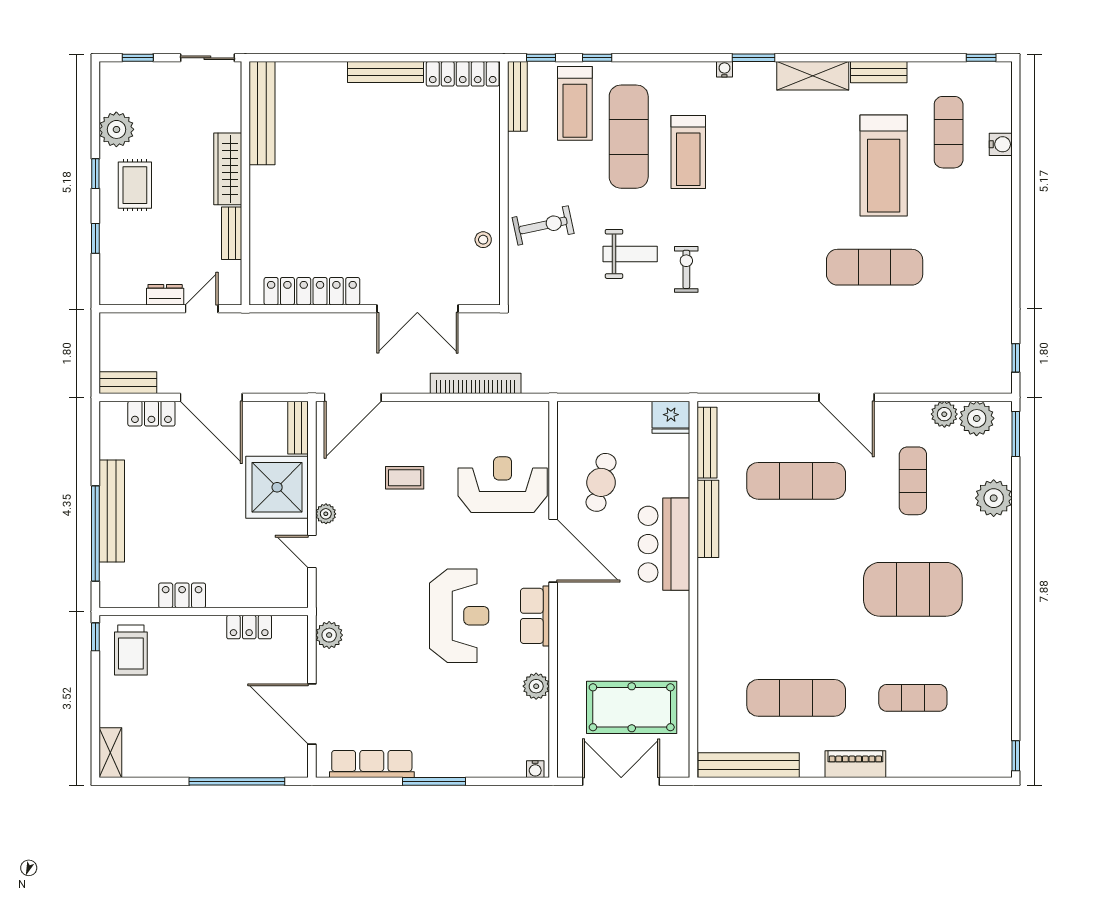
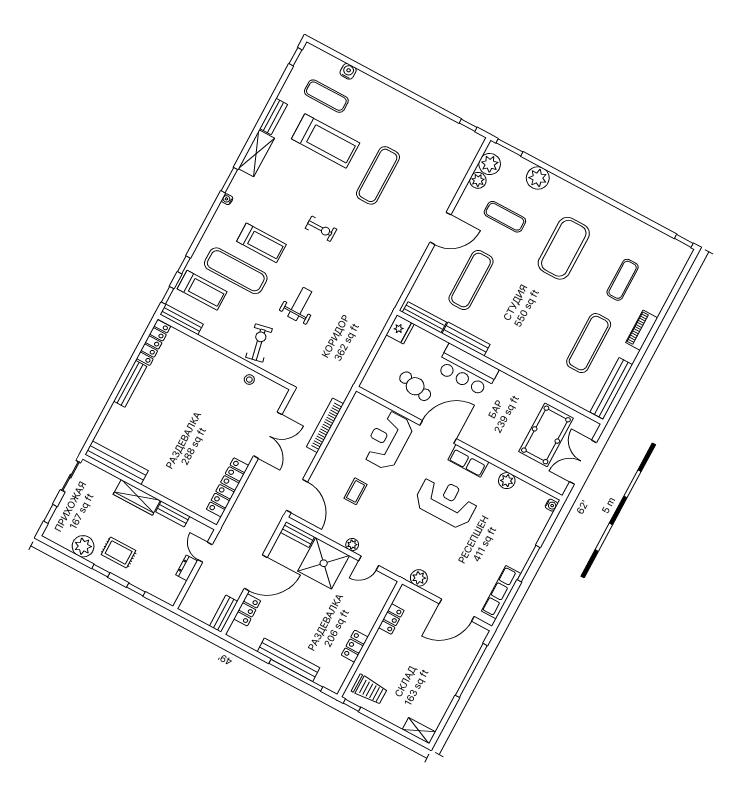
exercise bike: (686, 269) -> (321, 229), moved, turned 180

